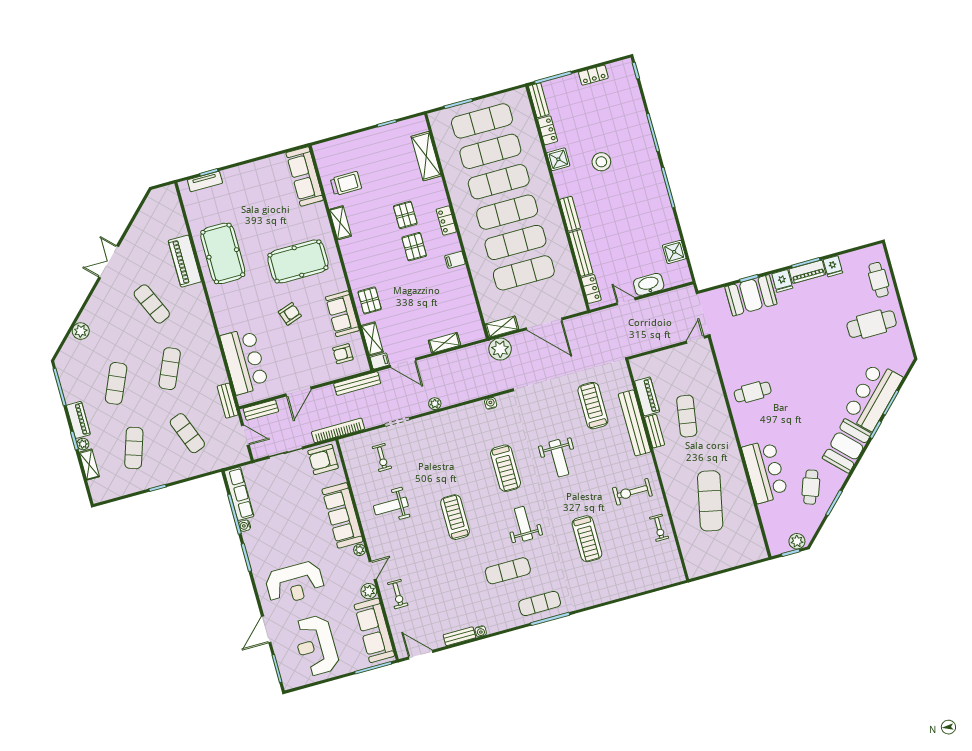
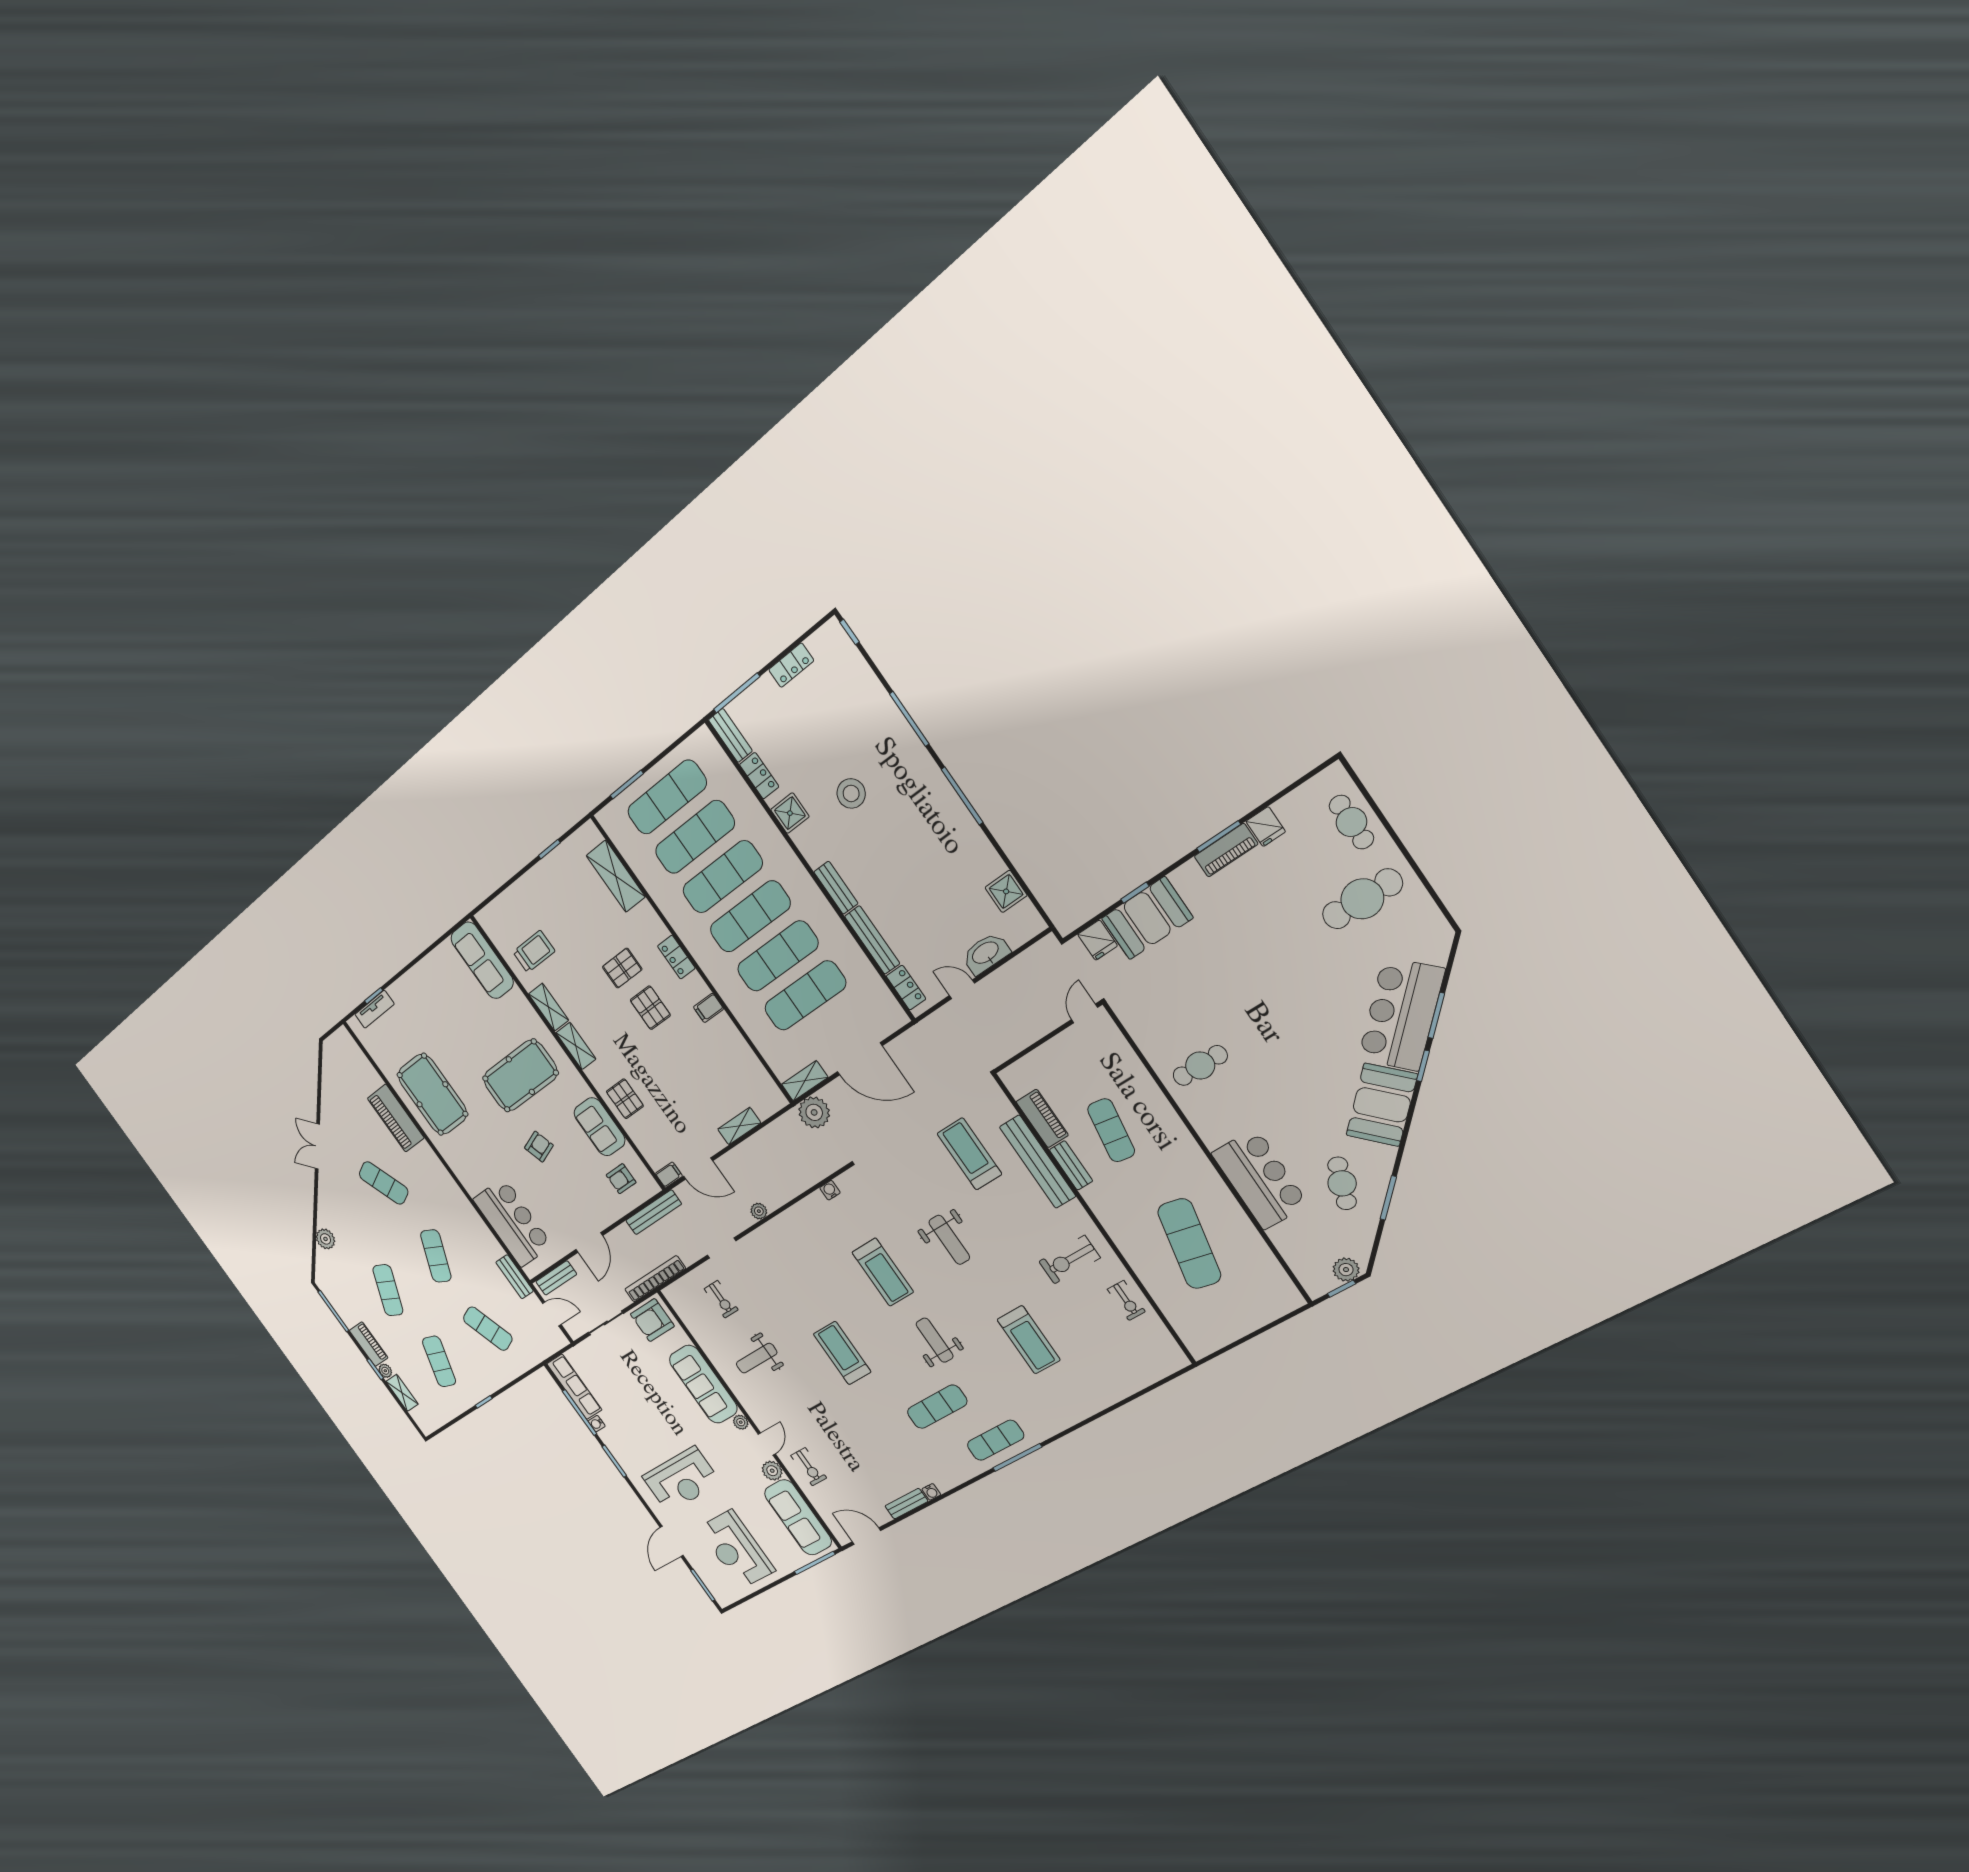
pallet: (405, 215) -> (622, 968), turned 90
fridge: (782, 281) -> (1098, 940), moved
shelving: (372, 339) -> (576, 1046), moved

